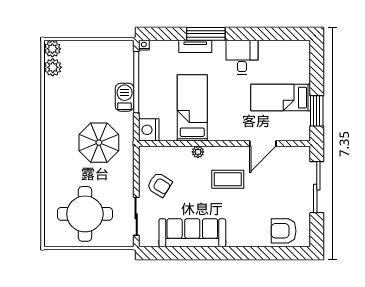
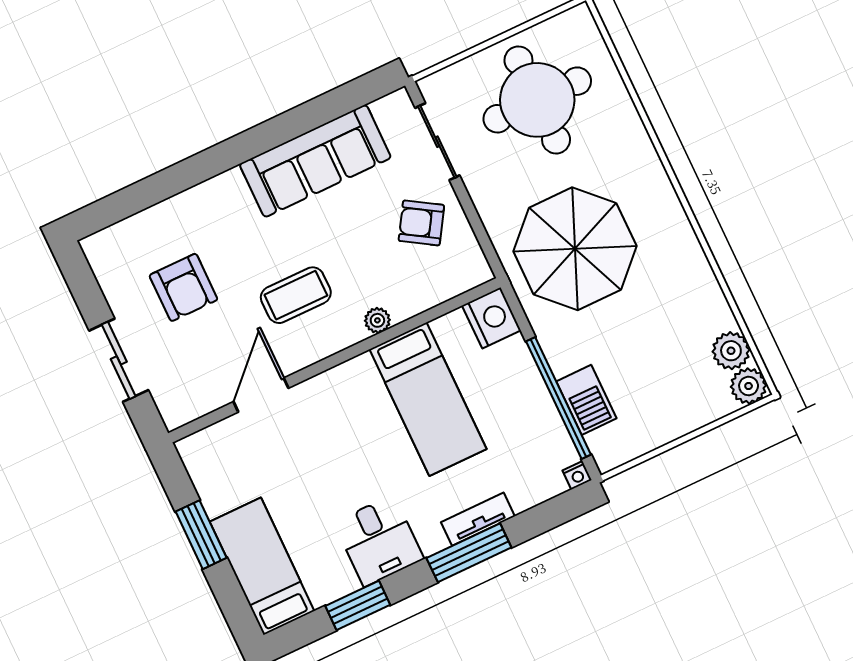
window: (264, 34) -> (358, 605), added
barbecue: (125, 97) -> (586, 400), moved
bed: (281, 98) -> (262, 566), moved, turned -90
window: (317, 111) -> (201, 535), moved
parasol: (99, 143) -> (575, 249), width x1.36, depth x1.36
sliding door: (317, 187) -> (119, 360), width x0.73
armchair: (284, 231) -> (183, 287), moved, turned 90

